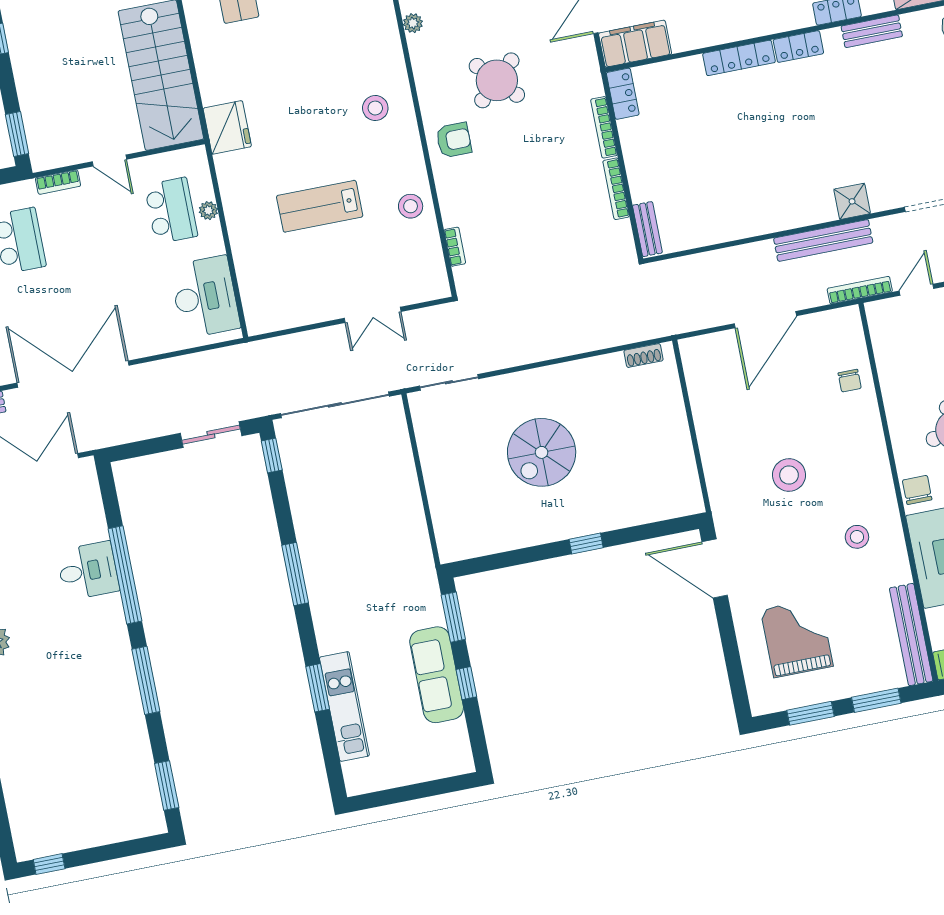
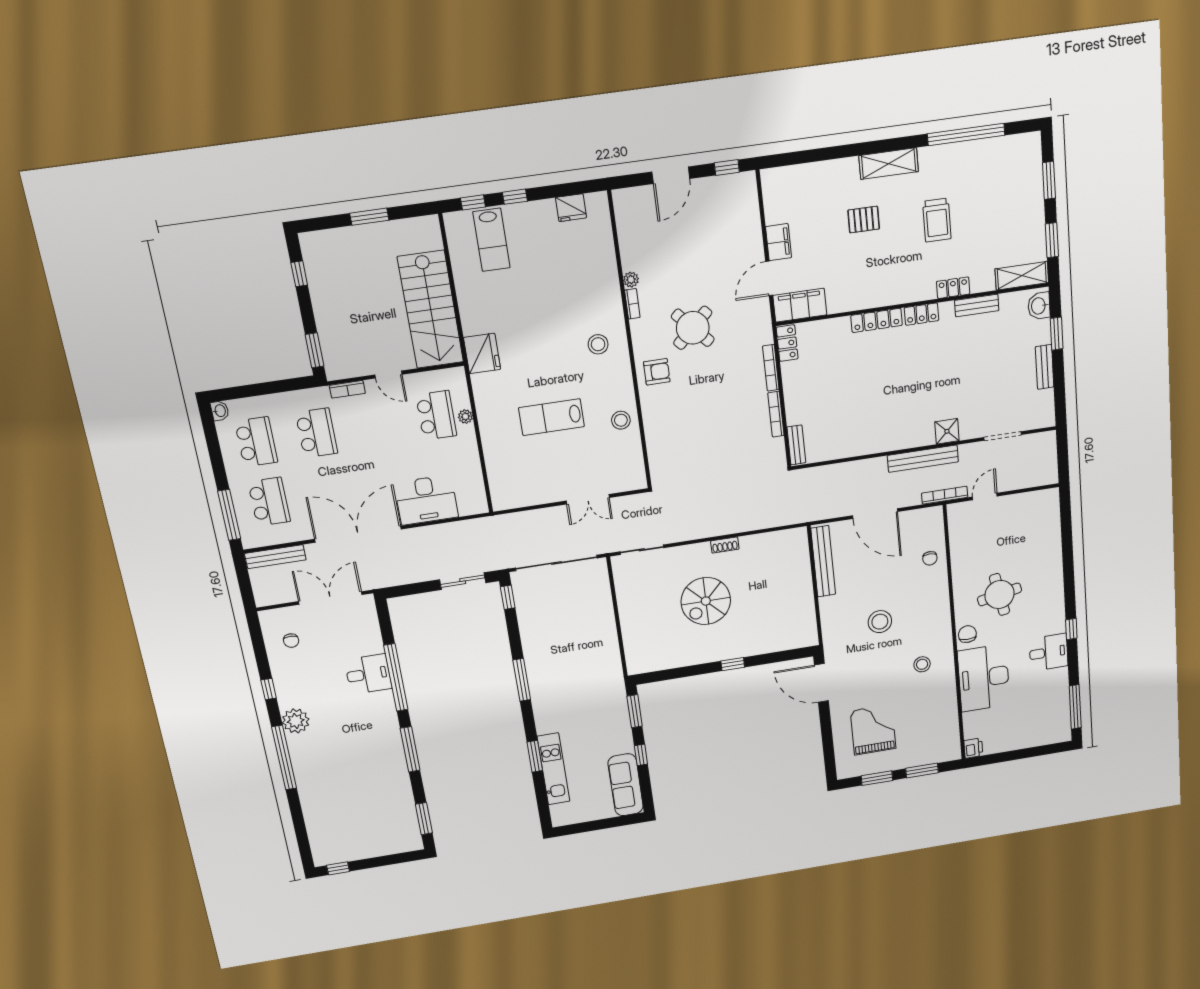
bookcase: (455, 247) -> (632, 304), moved
desk: (205, 297) -> (426, 500), moved, turned 90
door: (765, 320) -> (875, 514), hinge flipped
shoe rack: (644, 356) -> (725, 545), moved
bench: (911, 635) -> (823, 561), moved
sofa: (437, 675) -> (626, 785), moved

